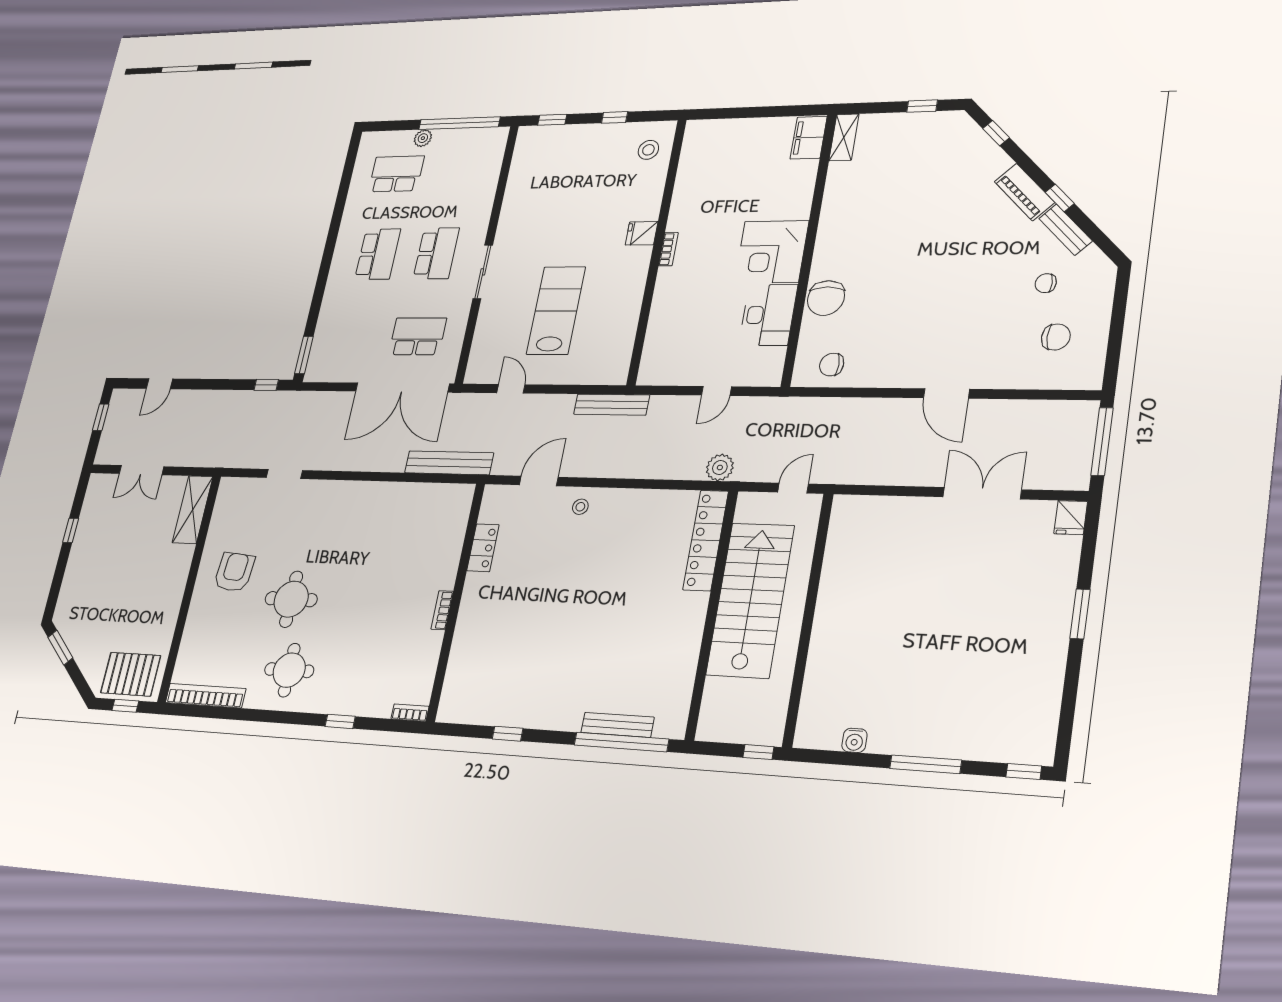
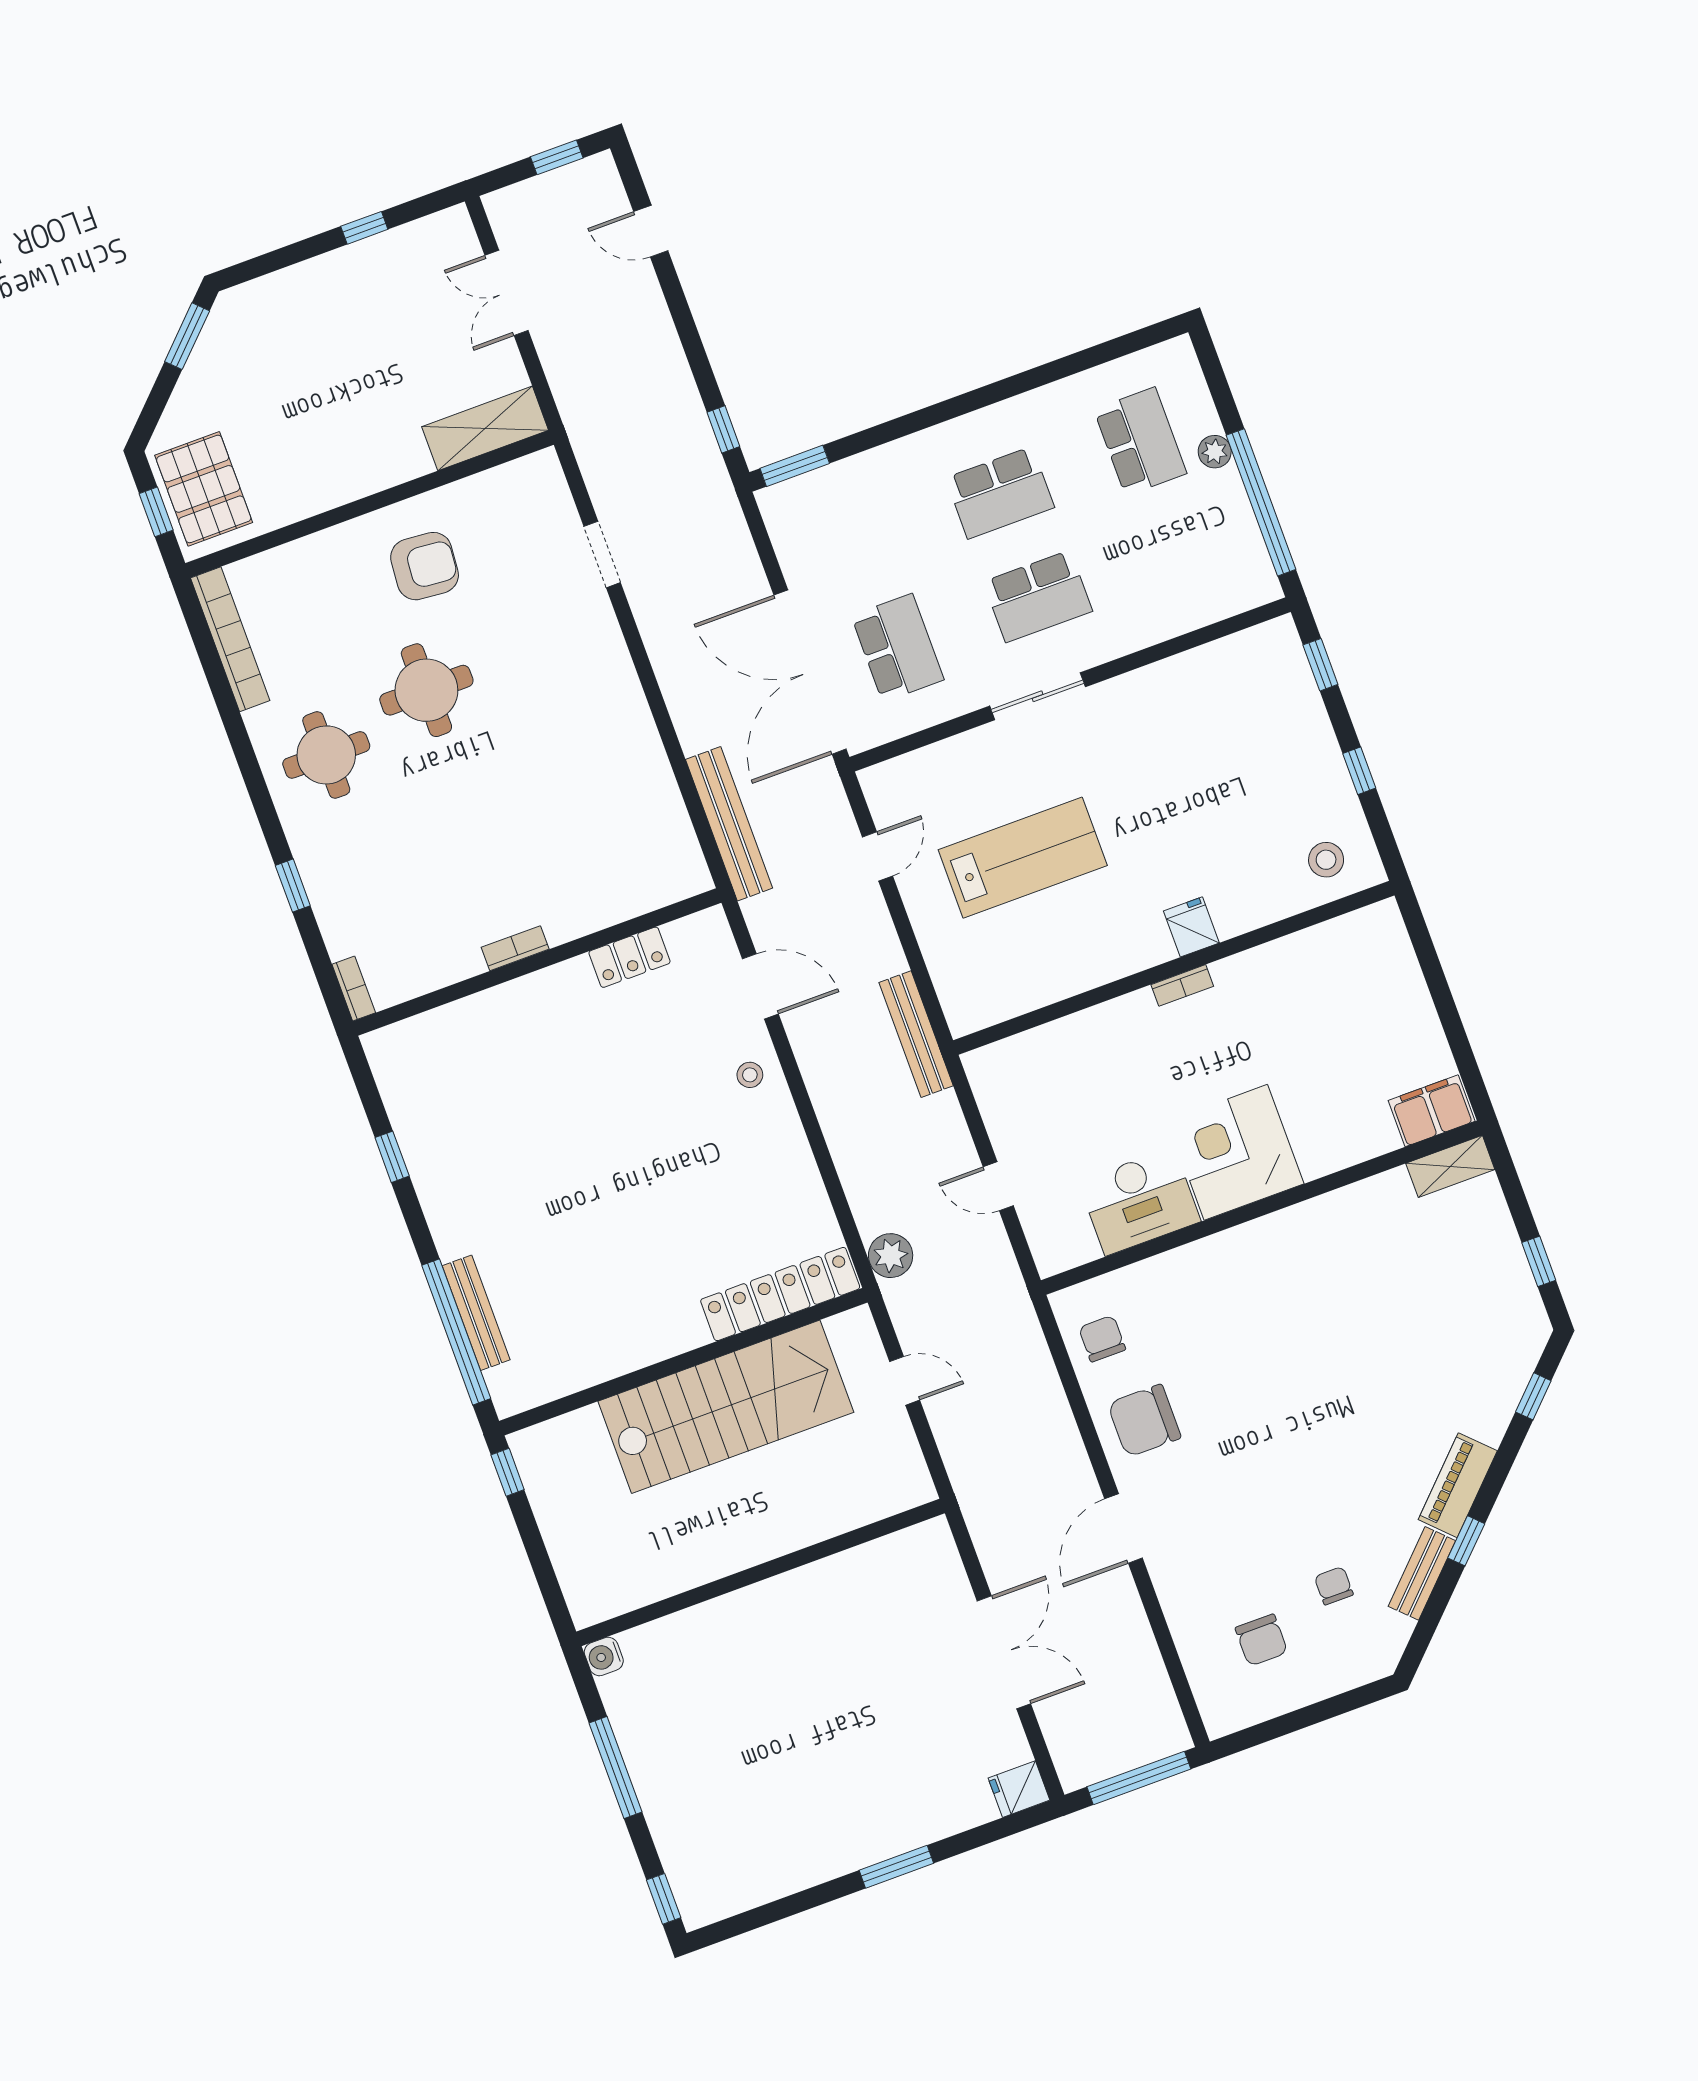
chair: (826, 298) -> (1144, 1421), moved
wall: (808, 619) -> (760, 1572), moved
window: (758, 752) -> (508, 1472), moved

